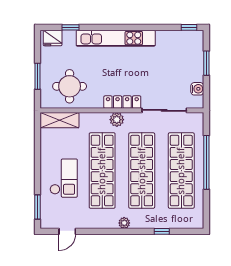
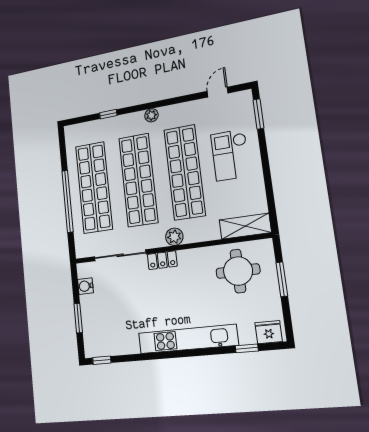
locker: (122, 102) -> (162, 260), width x0.66

